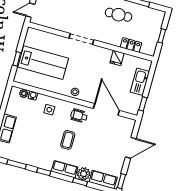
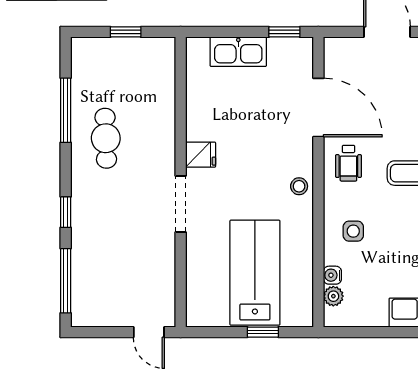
locker: (131, 45) -> (164, 93), removed
fridge: (117, 58) -> (201, 155), moved
door: (106, 109) -> (318, 108), swing flipped

